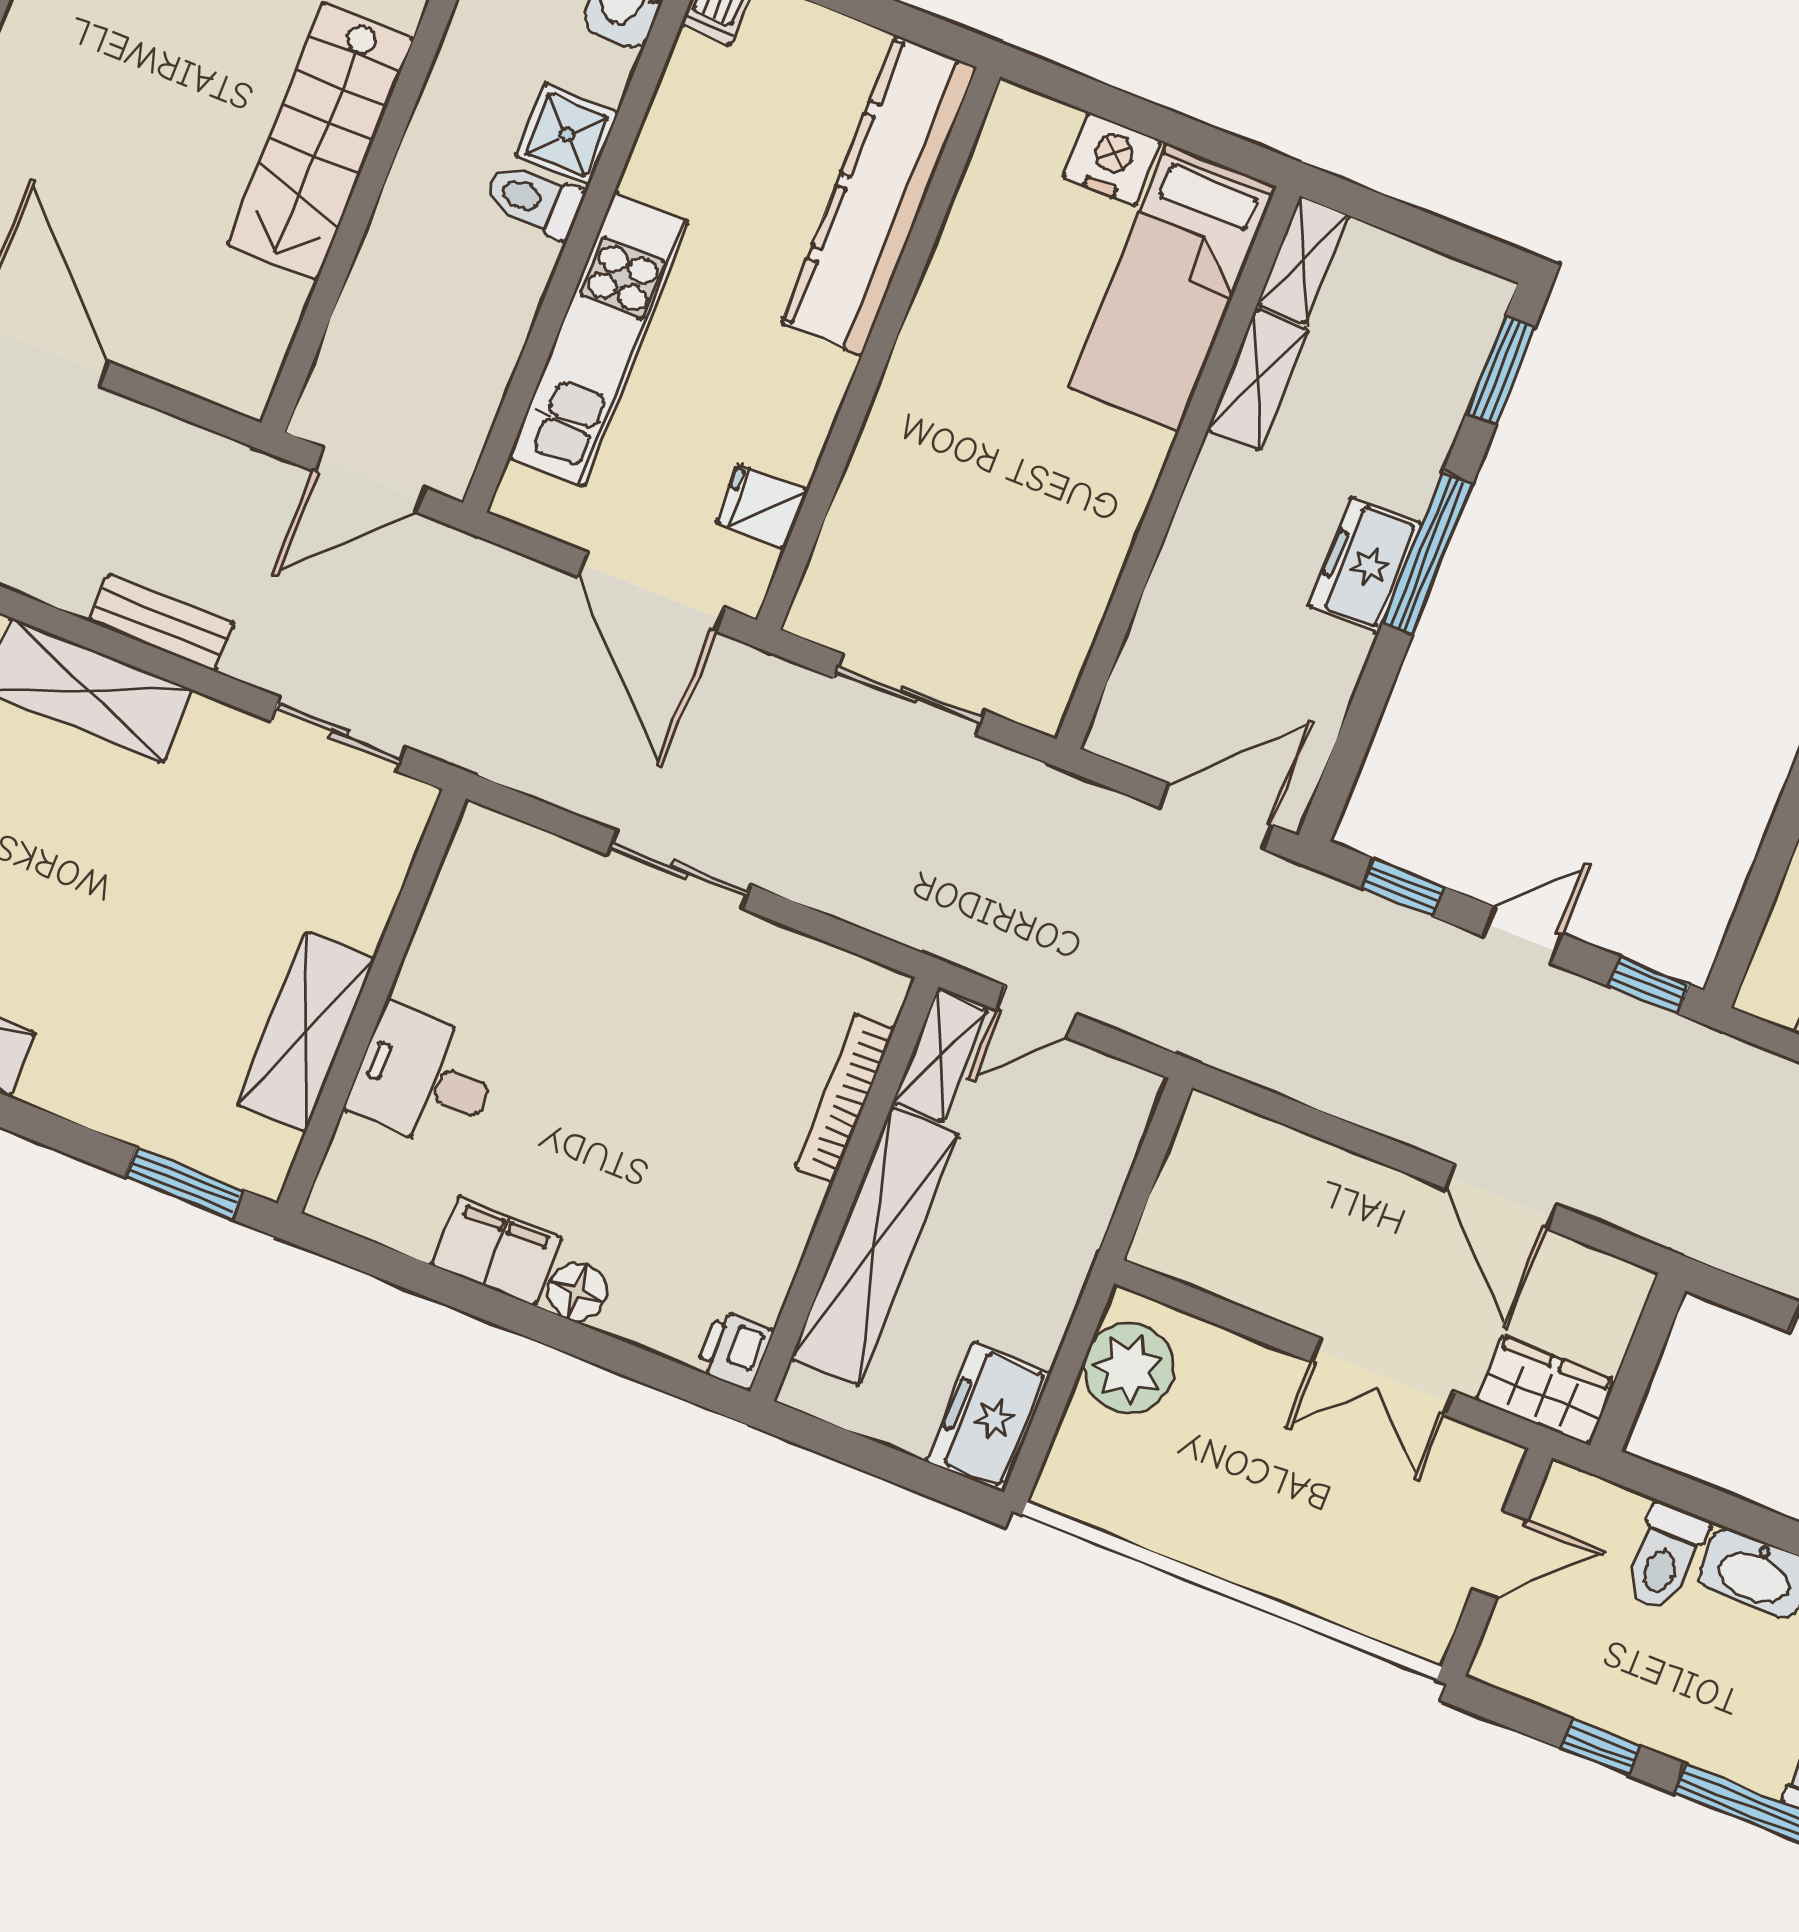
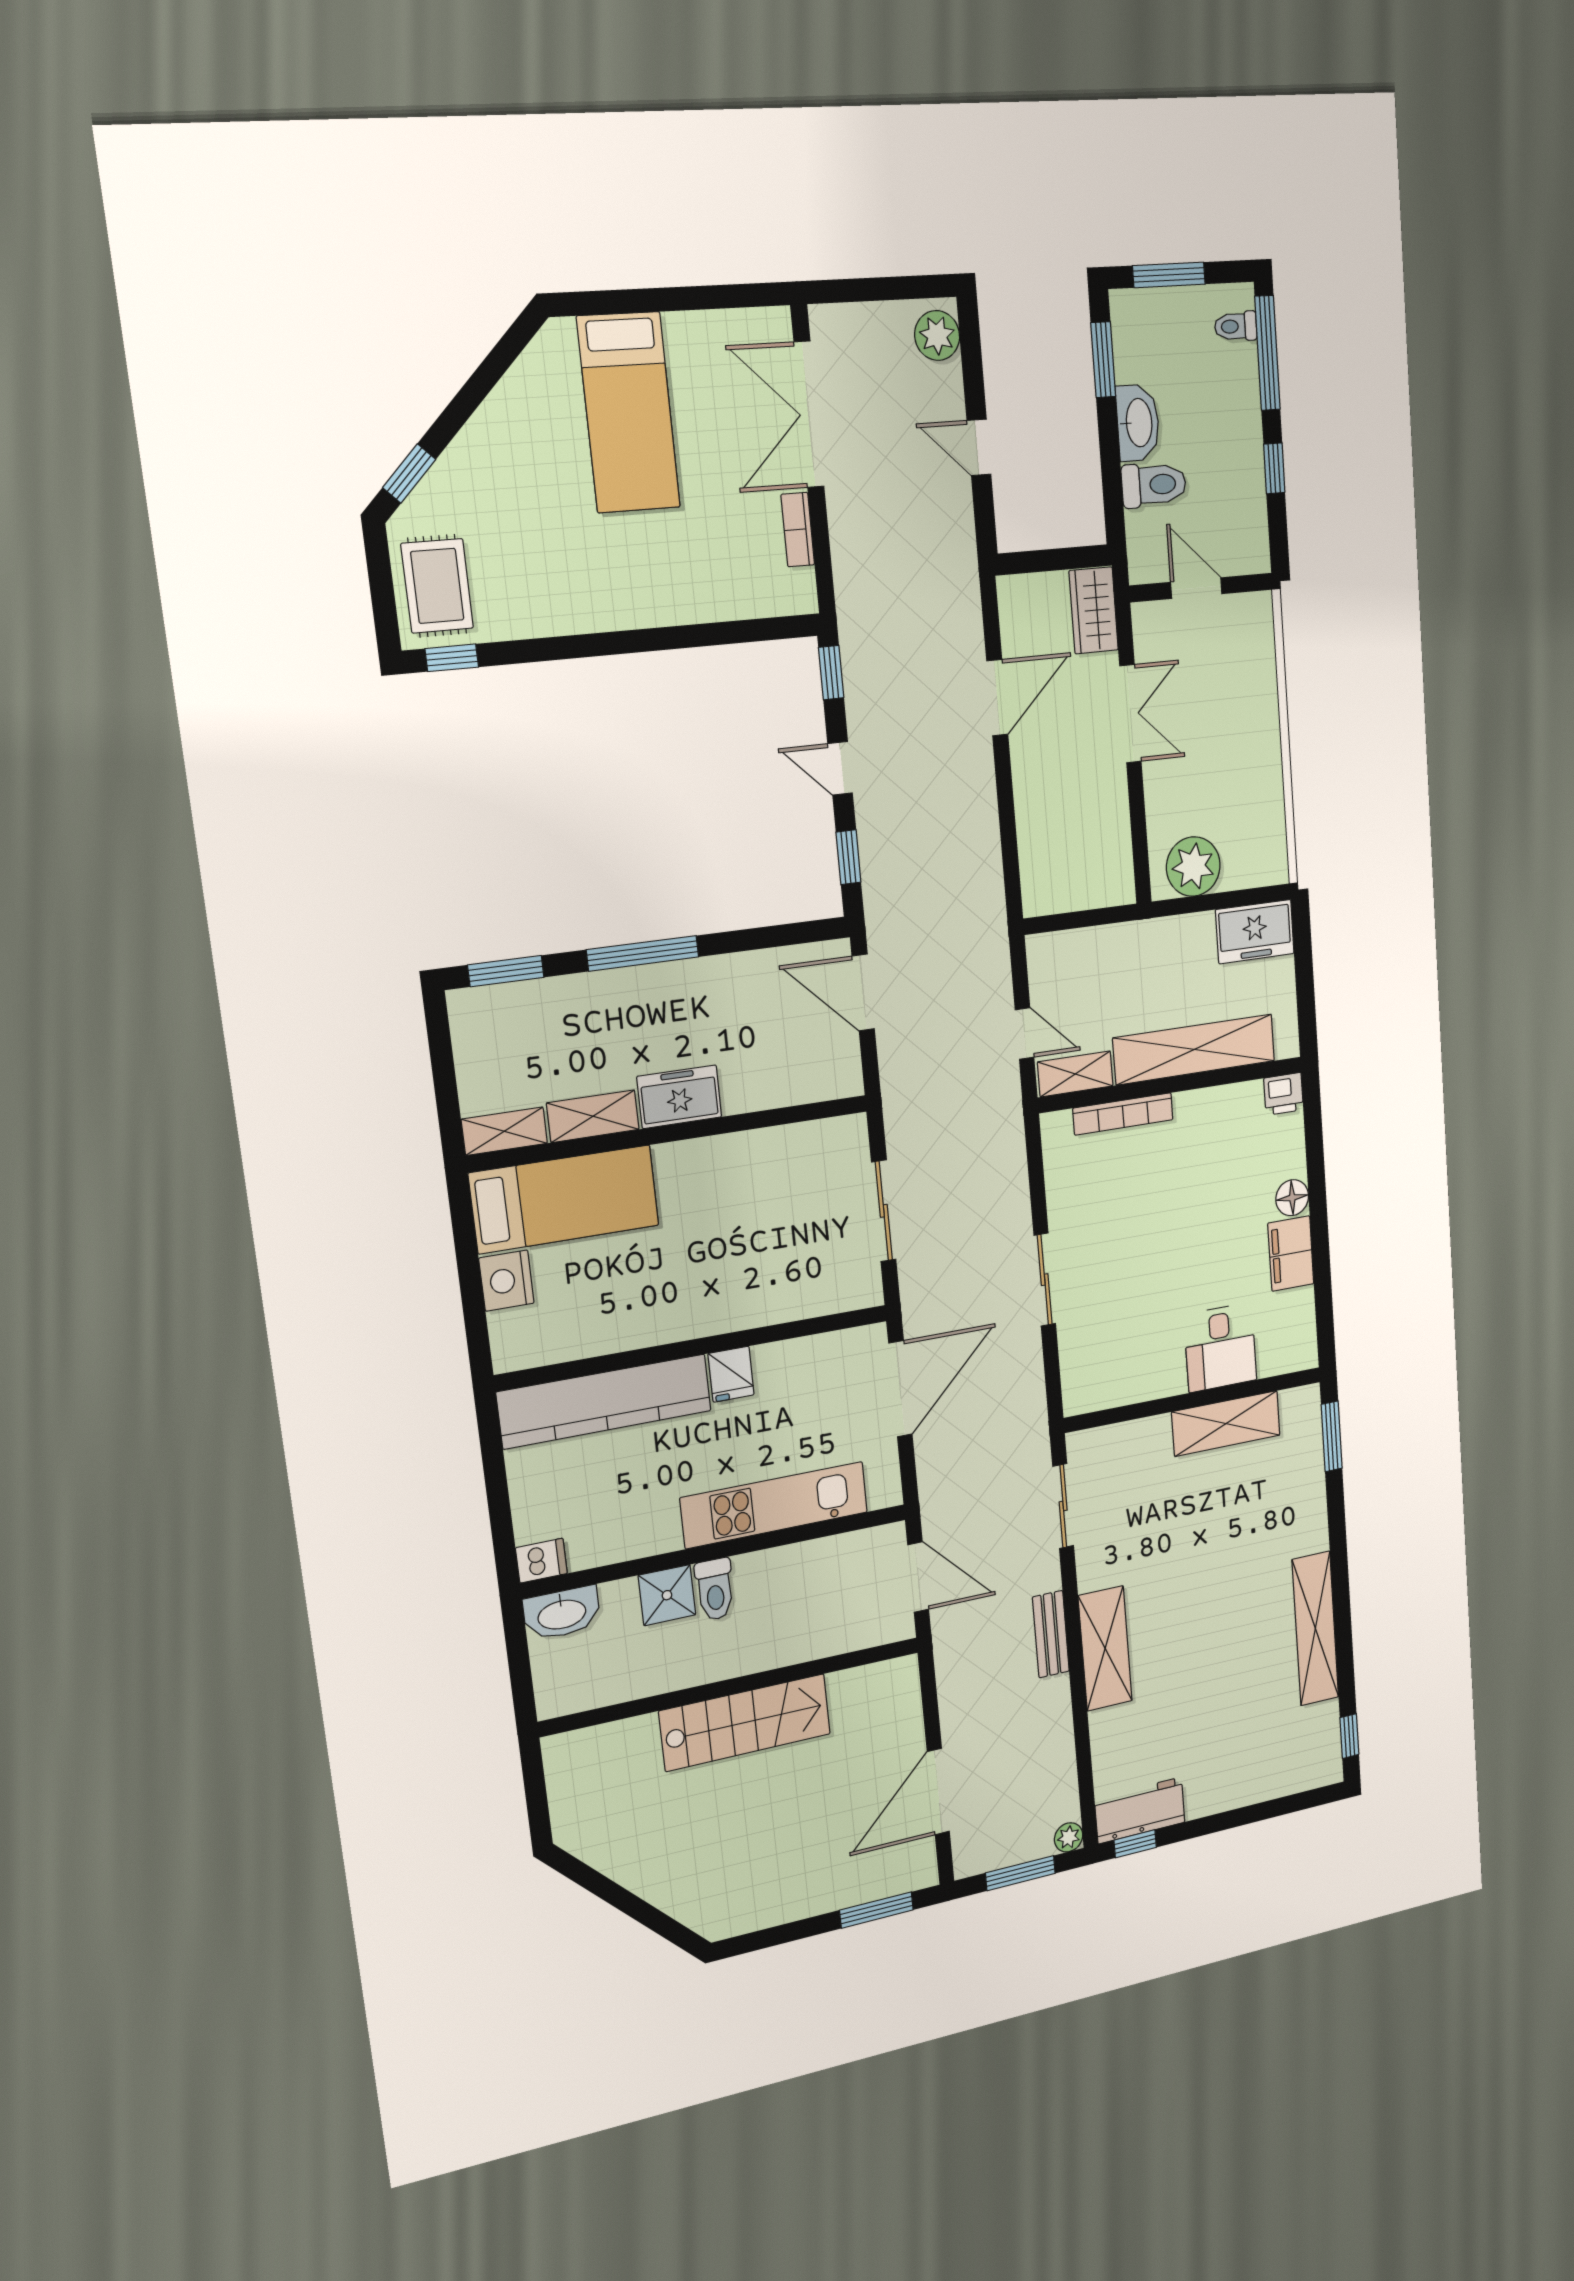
fridge: (762, 506) -> (731, 1374), moved
freezer: (1365, 565) -> (679, 1097), moved, turned 180

